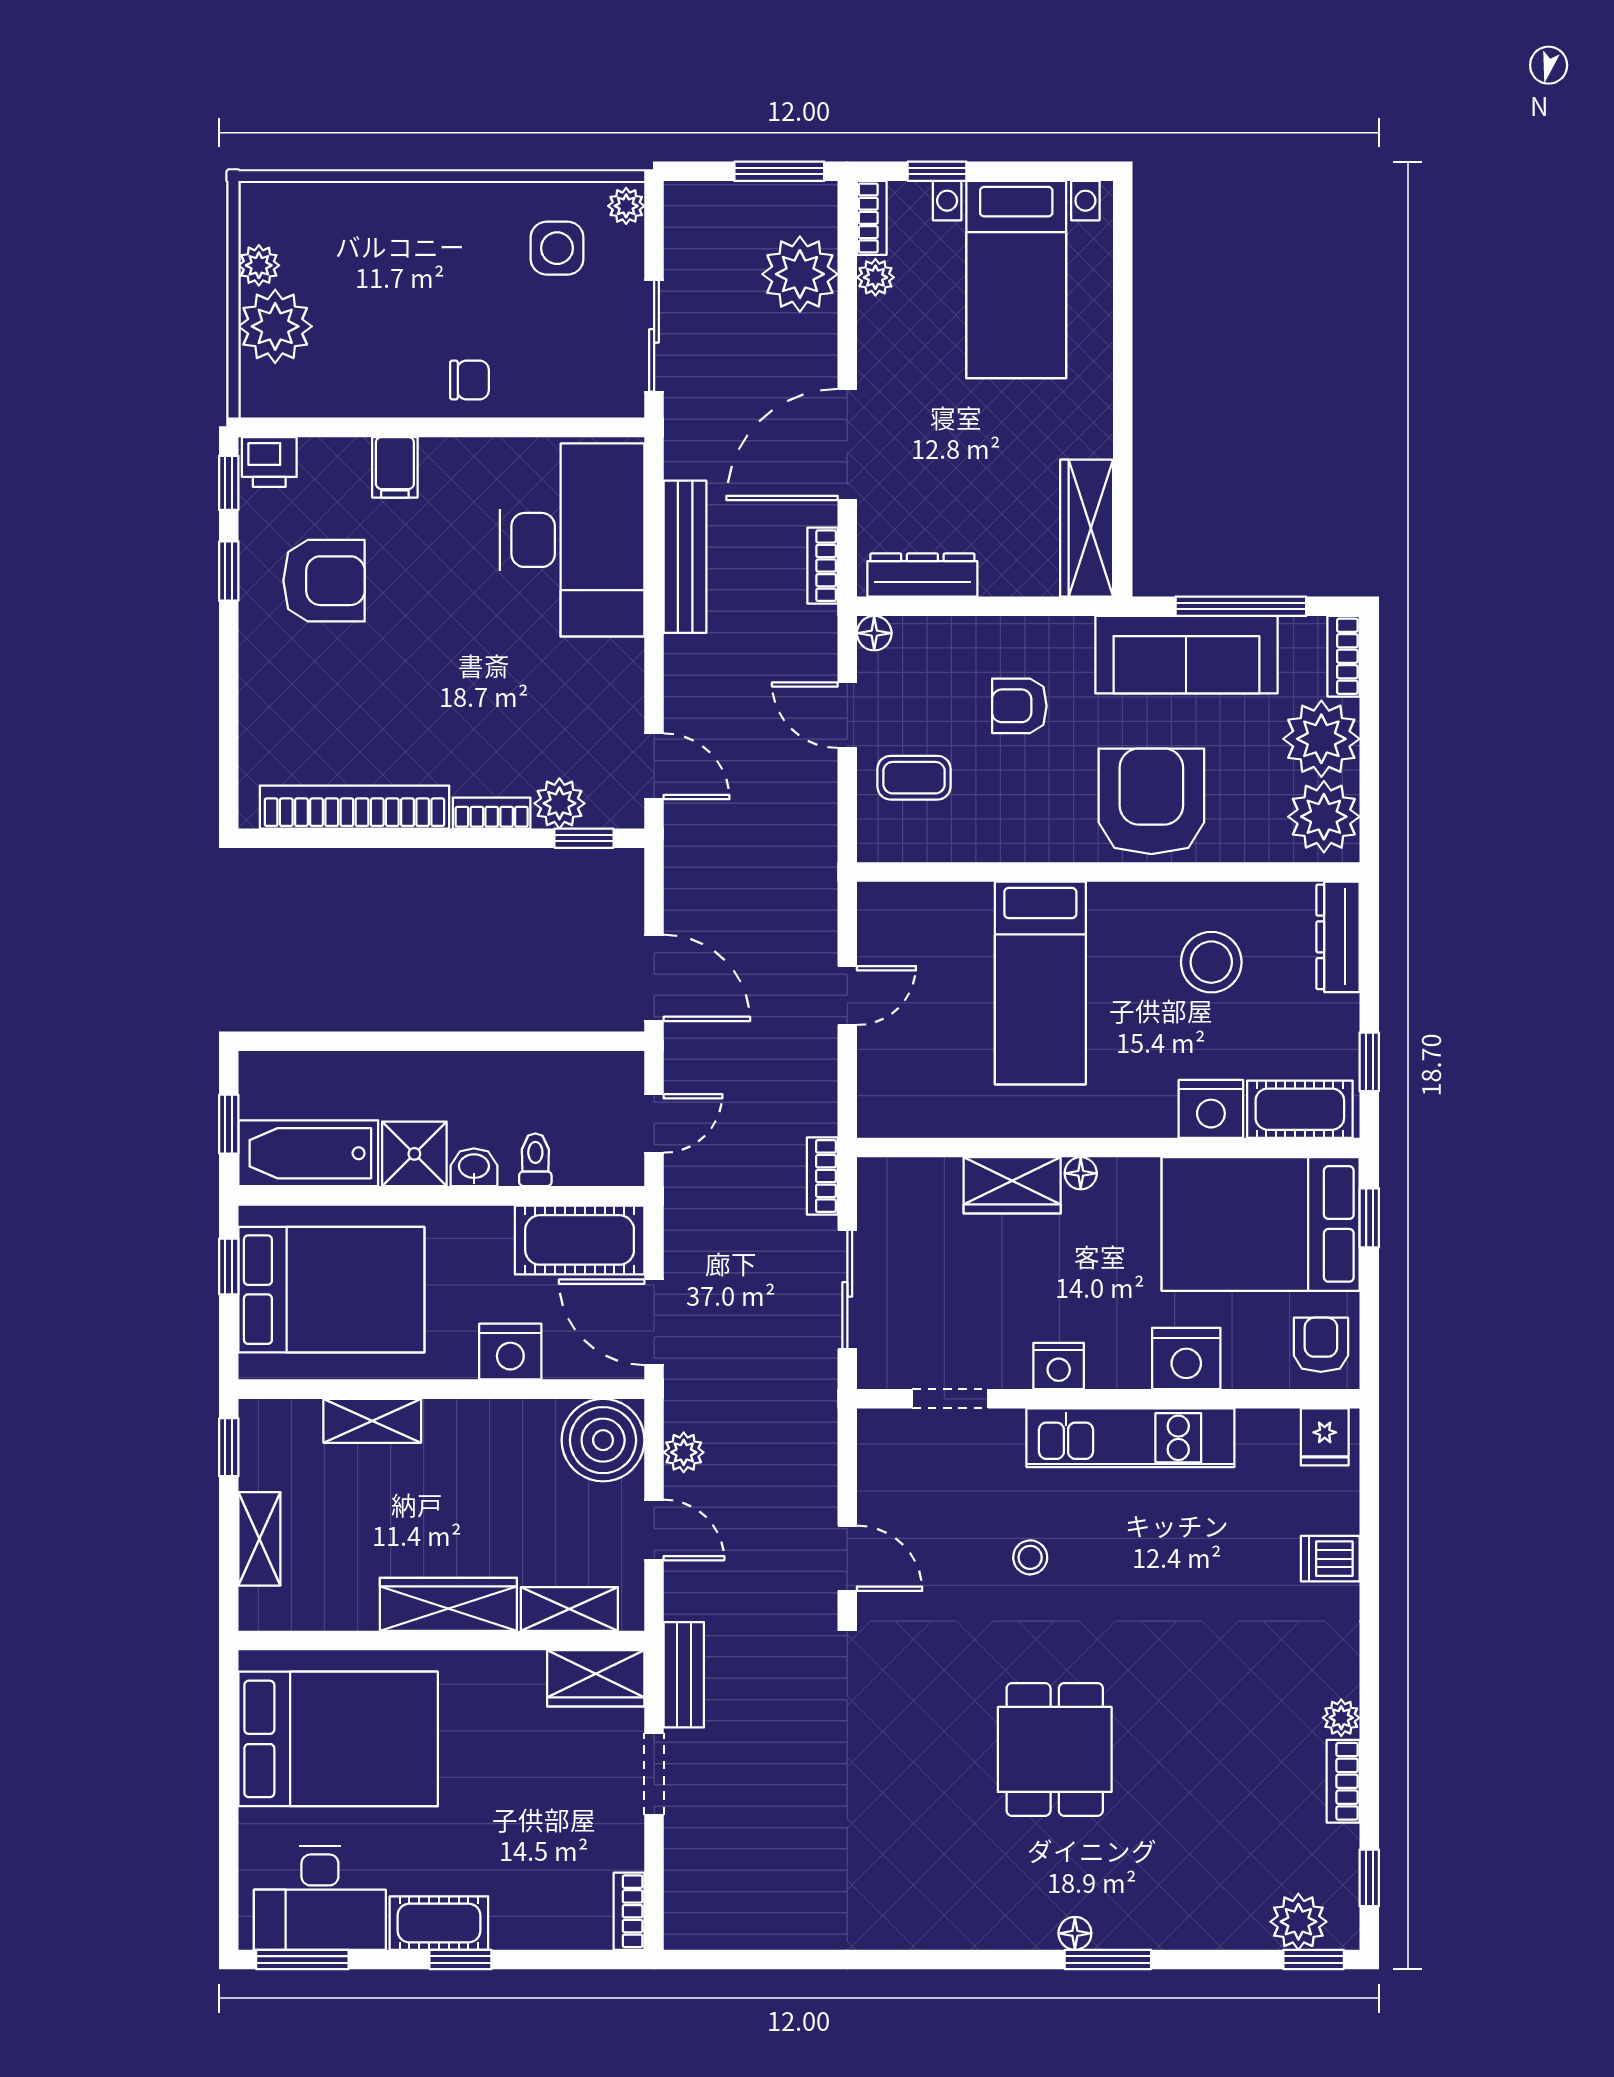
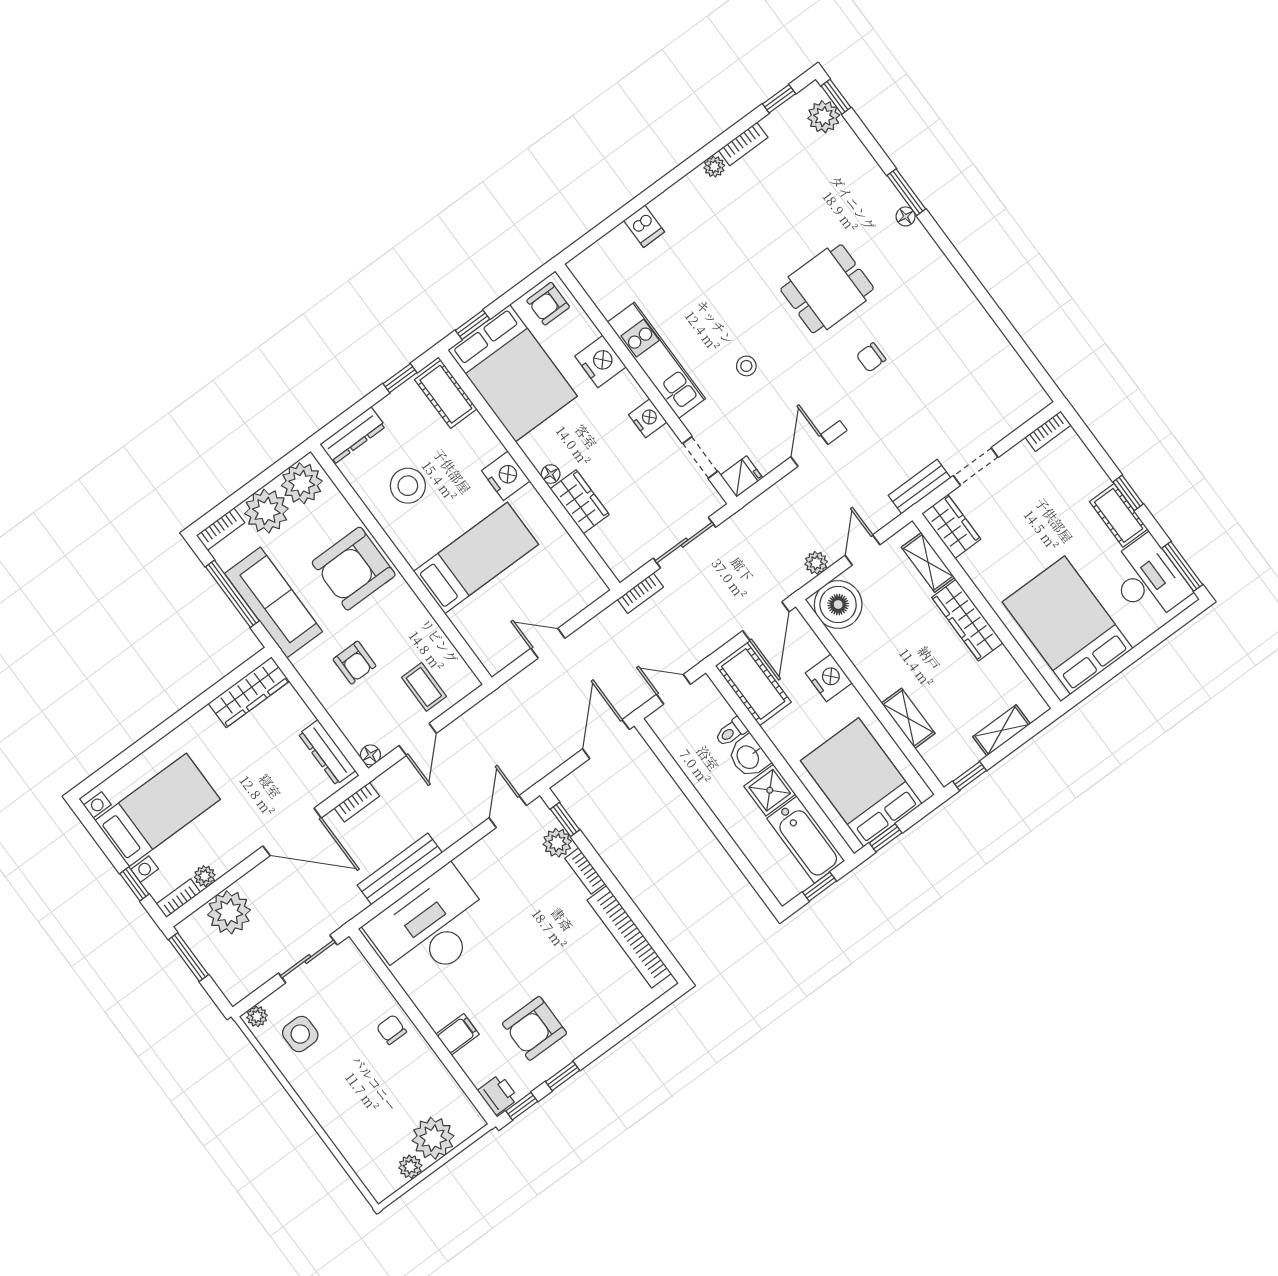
armchair: (324, 581) -> (534, 1028), turned -90
nightstand: (1211, 1109) -> (506, 476), moved
washbasin: (474, 1167) -> (749, 757), width x1.38, depth x1.45
fridge: (1325, 1437) -> (741, 477), moved
chair: (914, 1740) -> (871, 357), added

